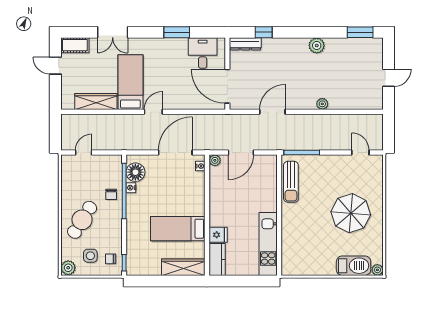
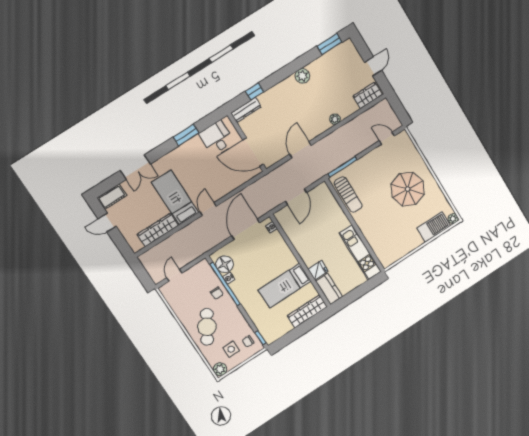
wardrobe: (367, 101) -> (368, 95), added
plant: (215, 160) -> (280, 216), removed

